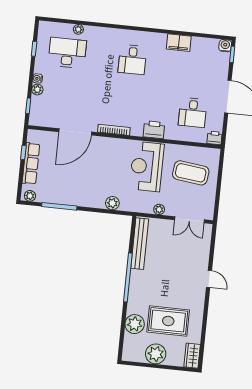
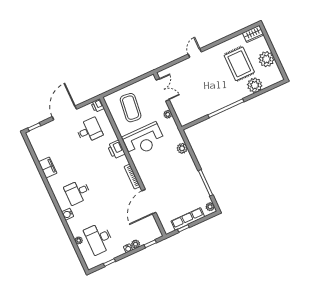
water cooler: (225, 46) -> (68, 214), moved
desk: (132, 60) -> (78, 192), turned 180
door: (75, 132) -> (149, 202), swing flipped
bench: (140, 244) -> (199, 114), removed

